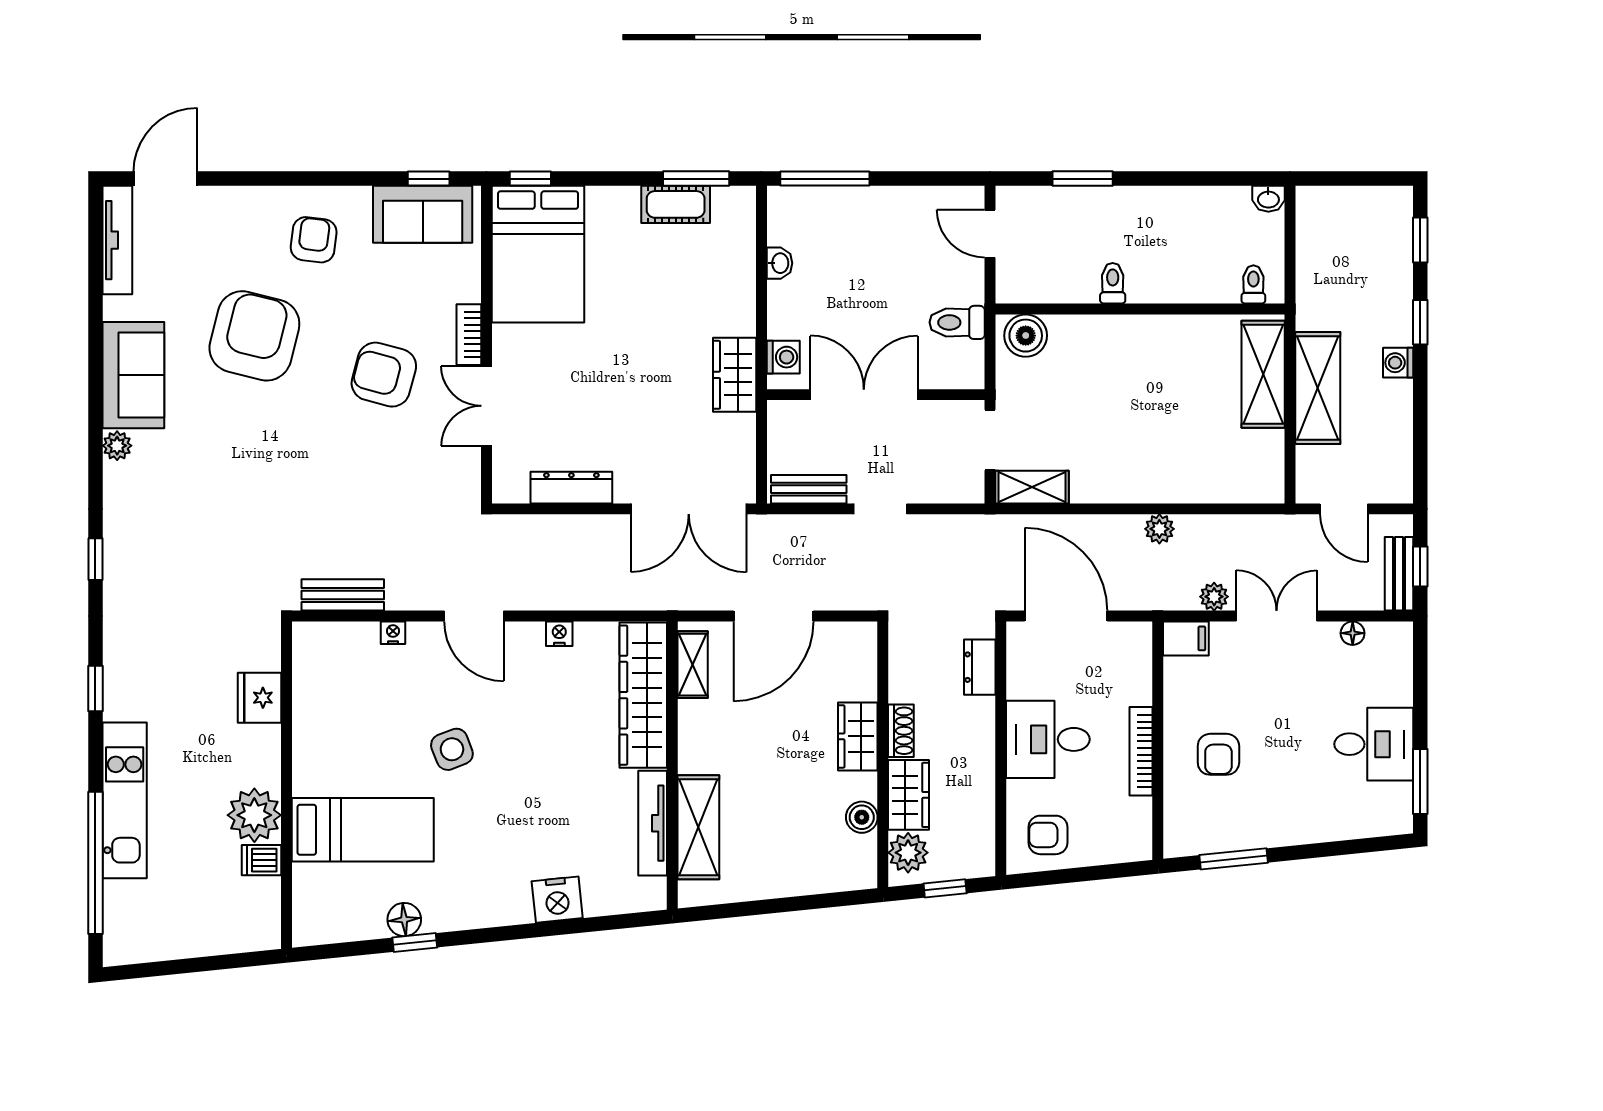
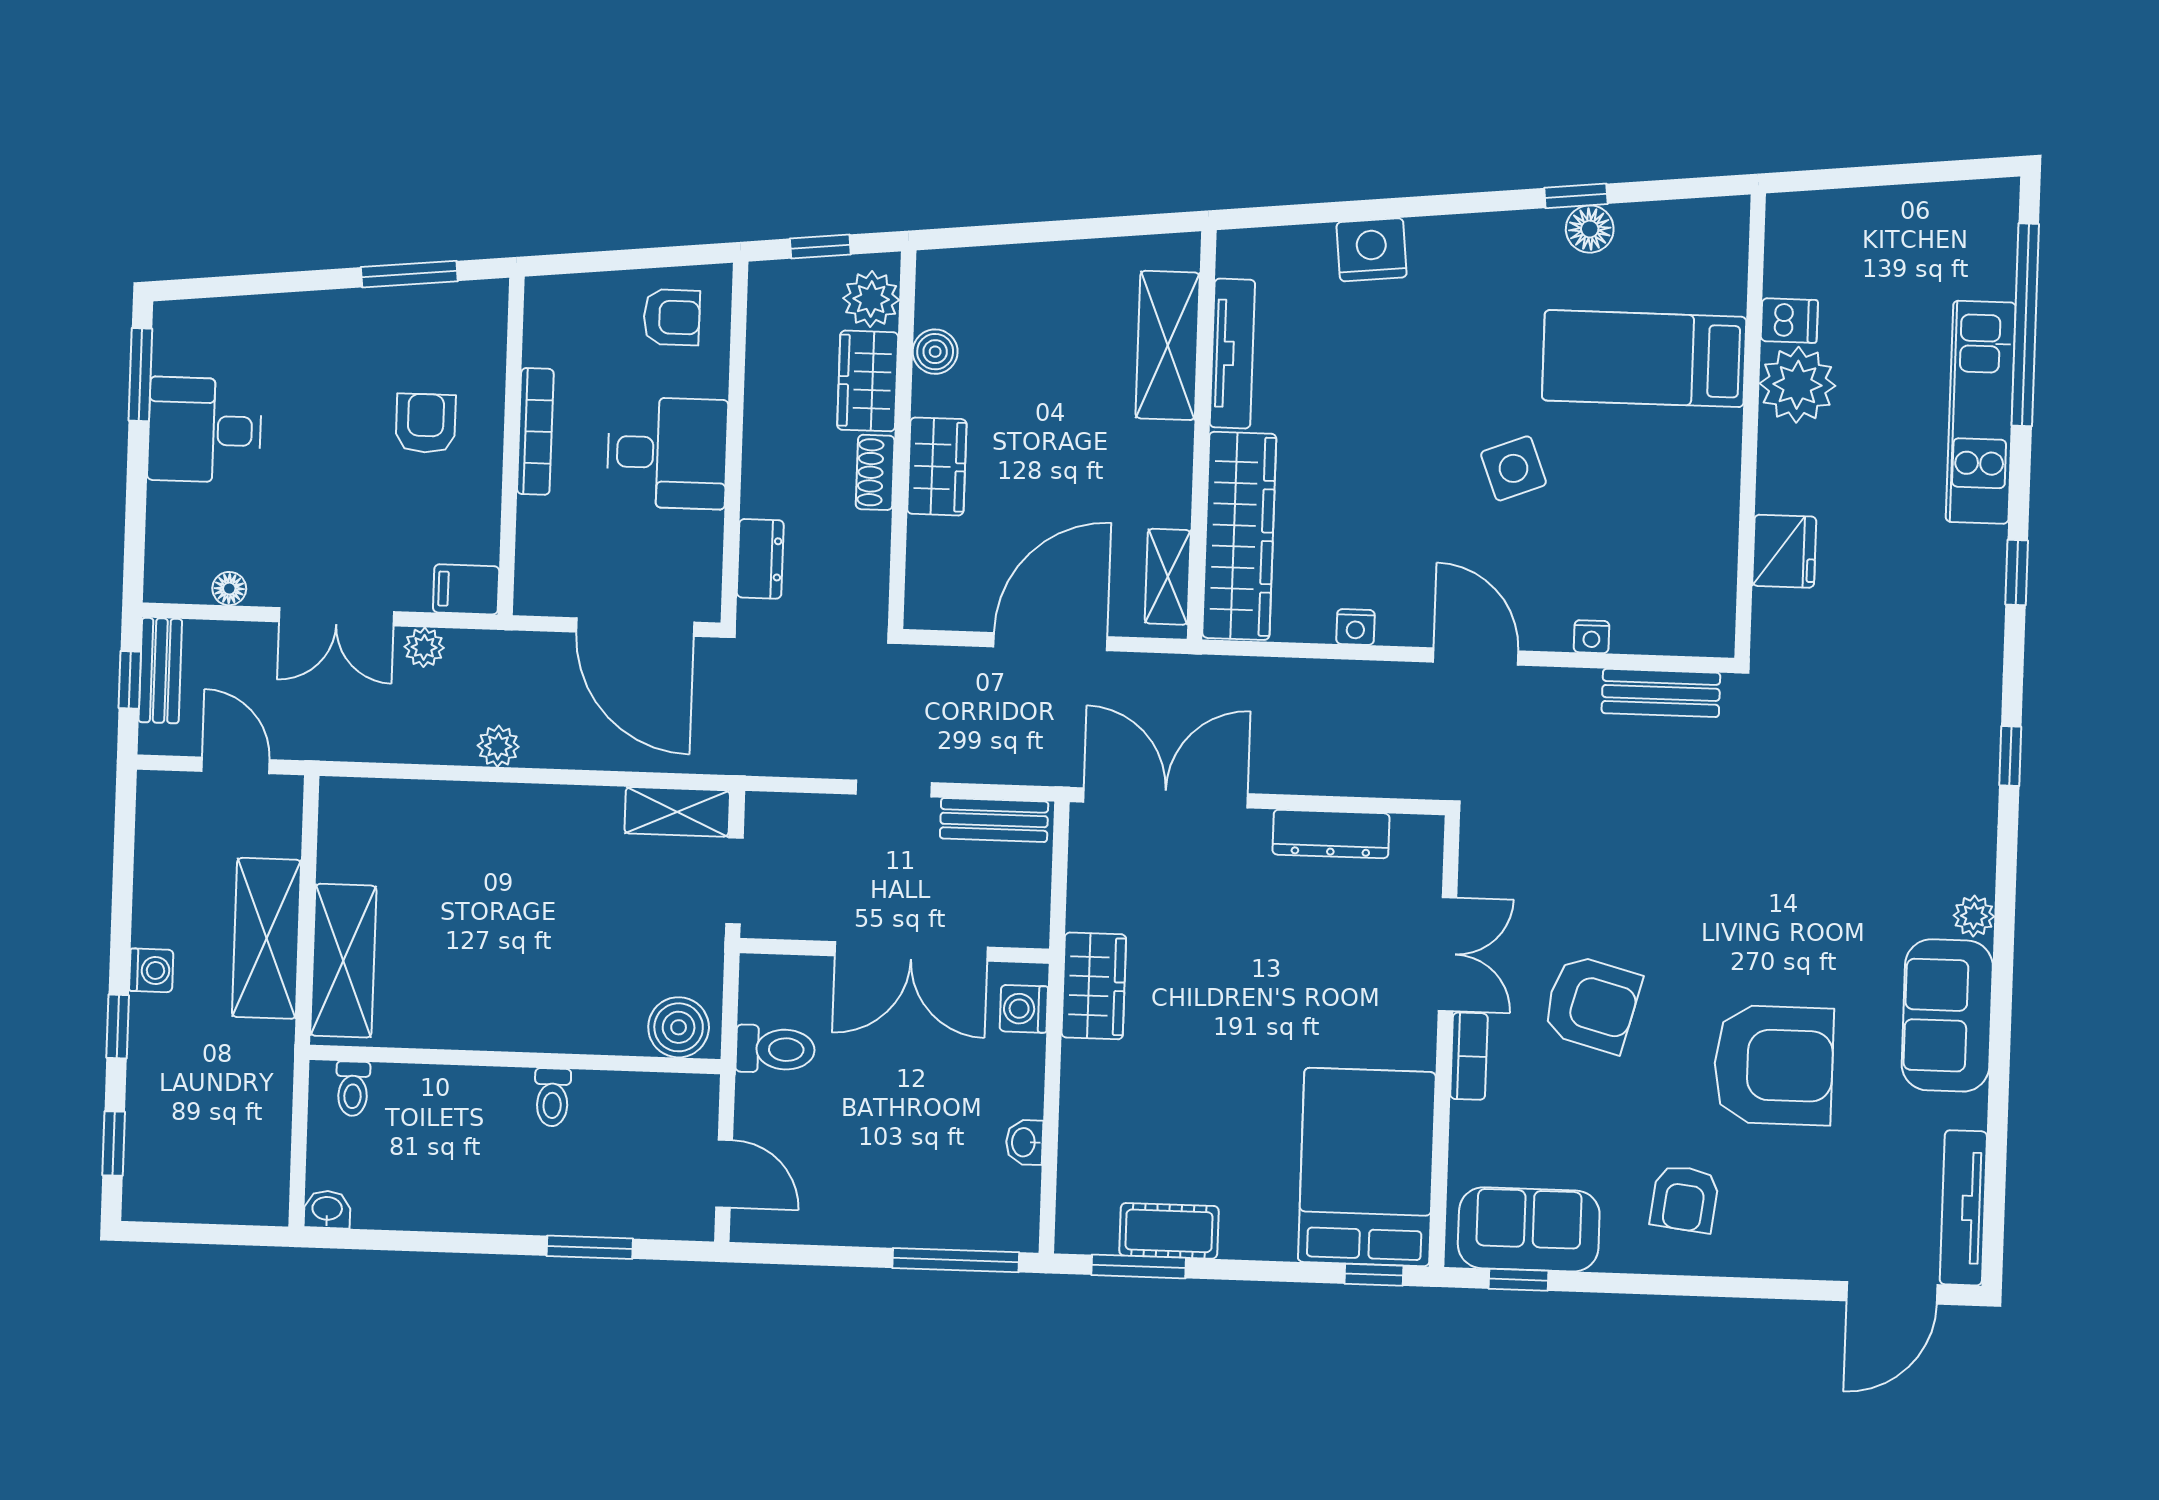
armchair: (254, 336) -> (1773, 1065), turned -104

